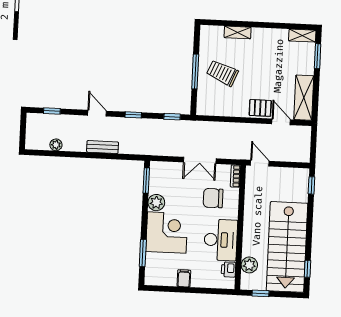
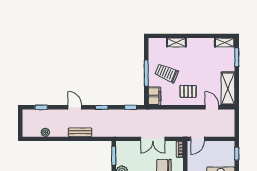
filing cabinet: (205, 103) -> (155, 96), added
pallet: (260, 108) -> (188, 91), moved
door: (260, 163) -> (197, 139), swing flipped

